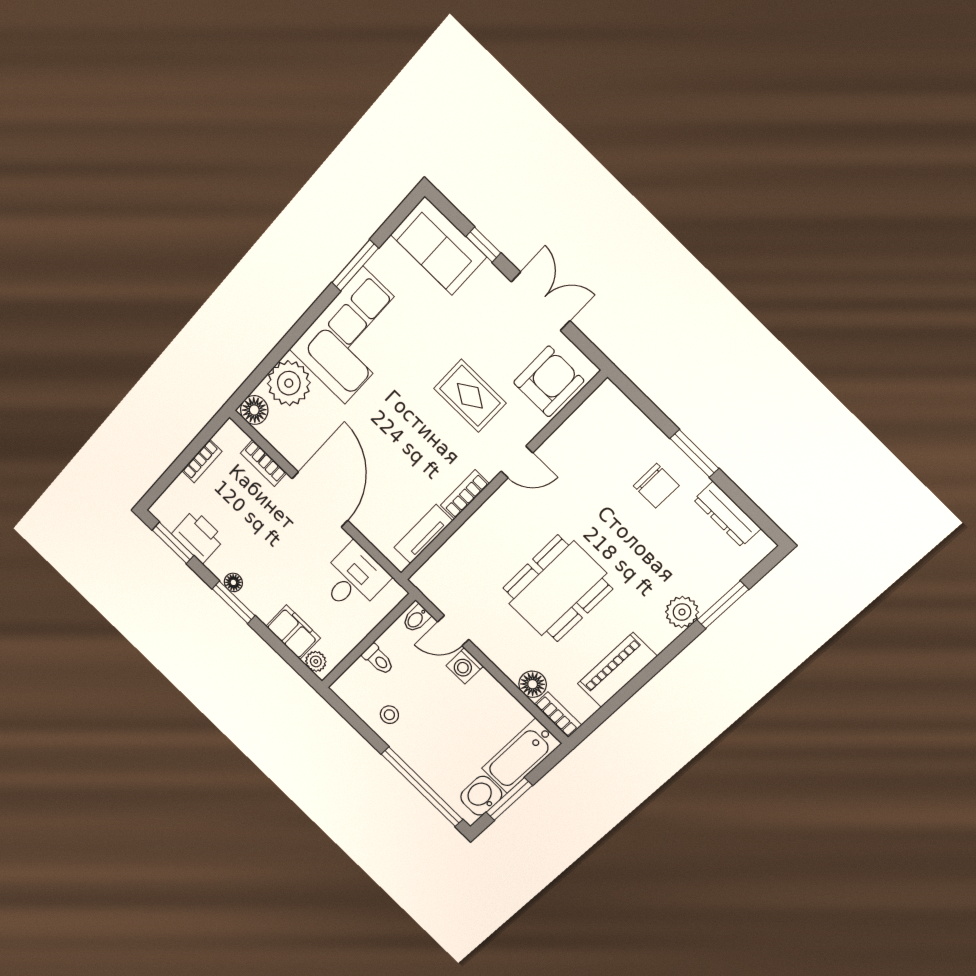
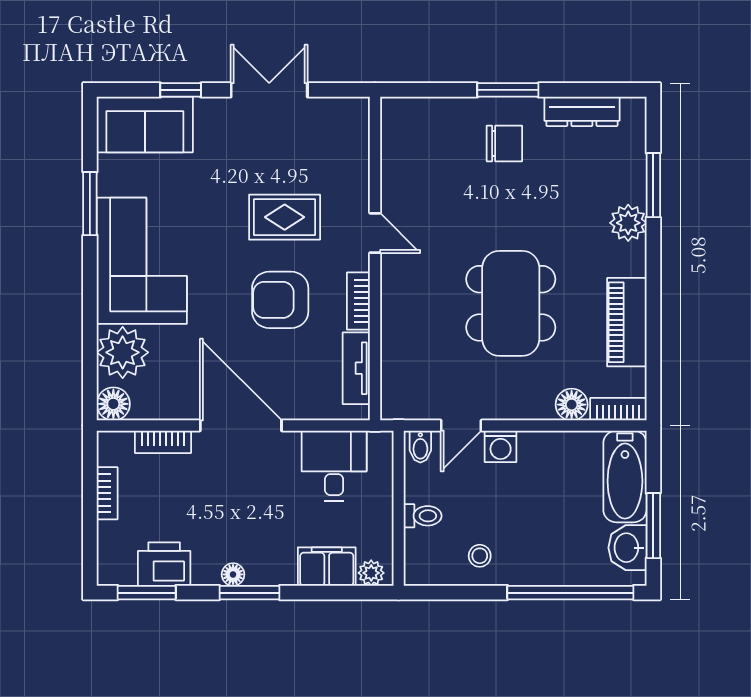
armchair: (549, 381) -> (280, 300), moved, turned -90
door: (517, 462) -> (375, 233), hinge flipped

